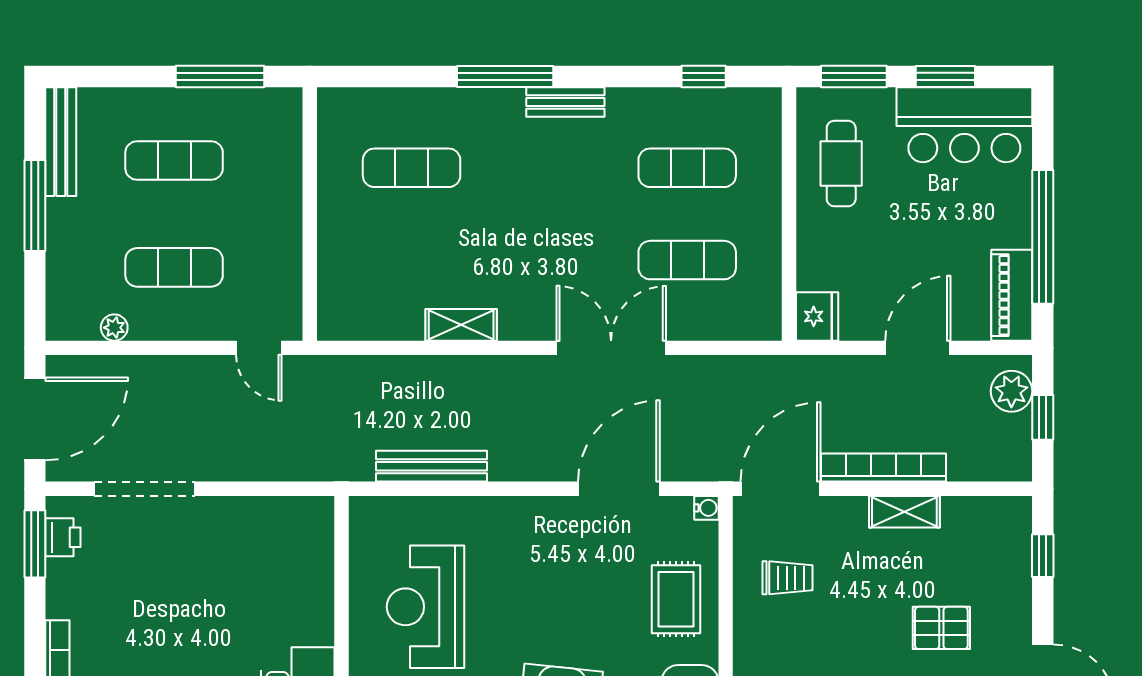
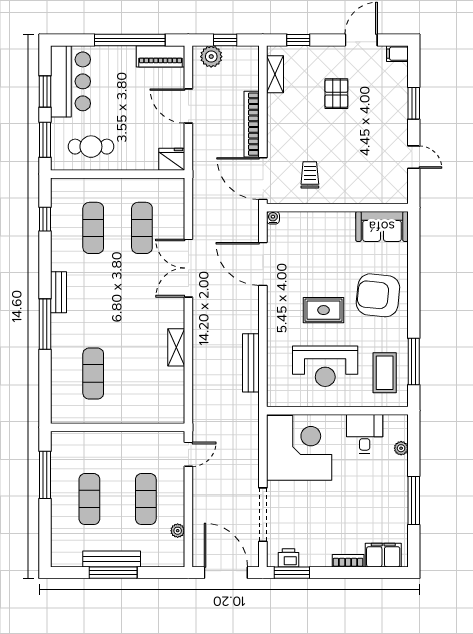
bench: (61, 142) -> (112, 559), moved
shelving: (904, 512) -> (275, 74), moved
corner desk: (271, 557) -> (299, 448), added
rug: (676, 599) -> (324, 310), moved

